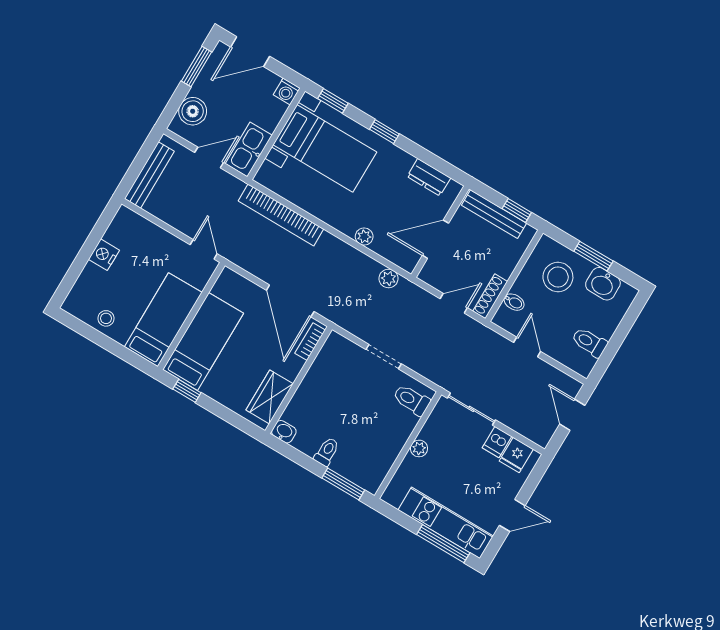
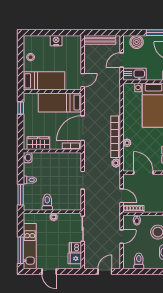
door: (209, 157) -> (122, 60), swing flipped
bookcase: (281, 215) -> (116, 137), moved
bed: (203, 341) -> (60, 102), moved, turned 180
toilet: (411, 400) -> (47, 202), moved

